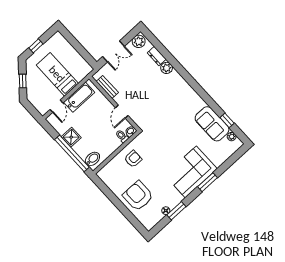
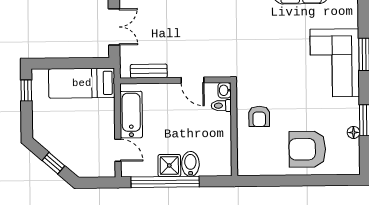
window: (36, 46) -> (26, 90), moved
bed: (57, 74) -> (82, 83), moved
window: (72, 153) -> (165, 182), moved
bidet: (92, 159) -> (190, 164), moved
armchair: (133, 159) -> (259, 116), turned 180

